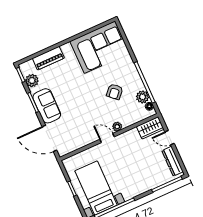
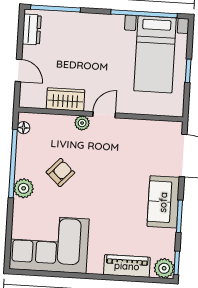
plant: (32, 81) -> (164, 268), moved
plant: (143, 97) -> (24, 188), moved
wardrobe: (150, 128) -> (65, 99), moved
door: (107, 138) -> (104, 115), swing flipped
dresser: (173, 161) -> (32, 29), width x0.70

